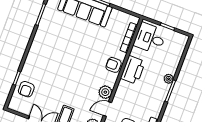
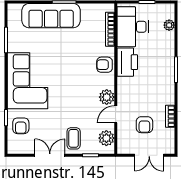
desk: (150, 38) -> (133, 27), width x1.37
corner sofa: (46, 54) -> (28, 81), added
plant: (169, 79) -> (169, 25), moved

